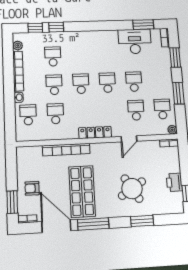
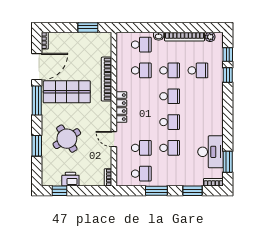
plant: (172, 130) -> (121, 182), removed
armchair: (32, 188) -> (72, 46), removed
window: (12, 202) -> (88, 27), moved

